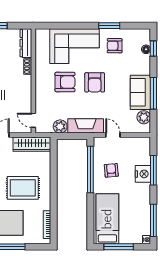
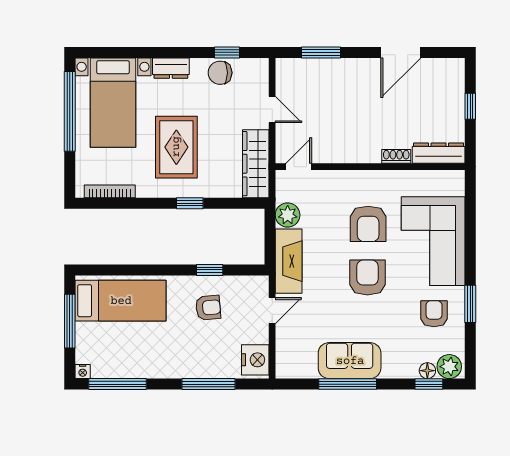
armchair: (95, 82) -> (367, 278), turned 90
plant: (144, 117) -> (449, 367), moved
window: (90, 169) -> (210, 270), width x0.32
nightstand: (143, 174) -> (255, 360), moved, turned -90
window: (54, 181) -> (190, 203), added

